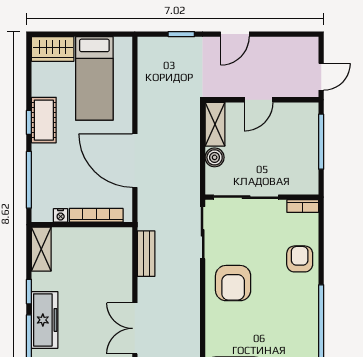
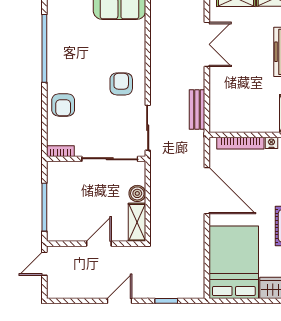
bed: (94, 78) -> (234, 262), width x1.50
armchair: (233, 283) -> (121, 84), width x0.72, depth x0.72

